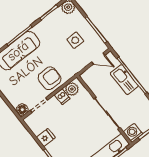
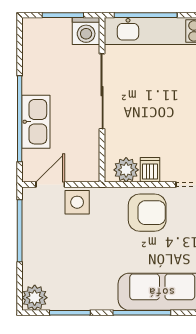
side table: (75, 40) -> (77, 202), moved
door: (98, 58) -> (50, 185), hinge flipped
armchair: (49, 78) -> (147, 213), turned 180

